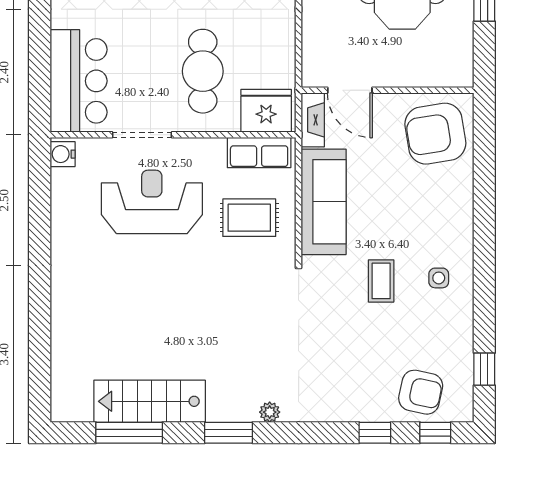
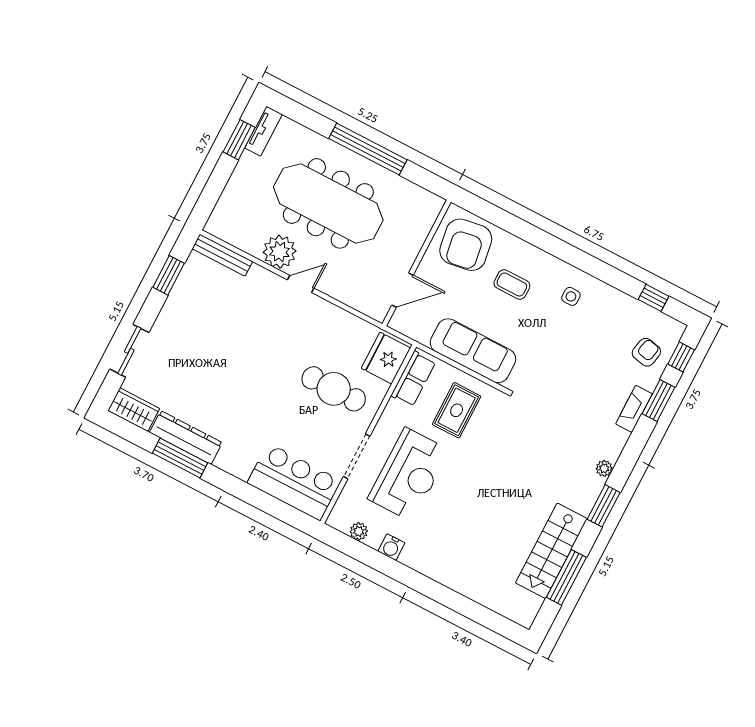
fireplace: (313, 120) -> (634, 409), moved, turned -90
water cooler: (63, 154) -> (391, 547), moved
plant: (61, 180) -> (359, 531), added
reception desk: (152, 202) -> (409, 475), turned 180
coffee table: (381, 281) -> (512, 284), moved
armchair: (421, 392) -> (646, 352), width x0.72, depth x0.72
window: (375, 433) -> (658, 400), width x1.50

